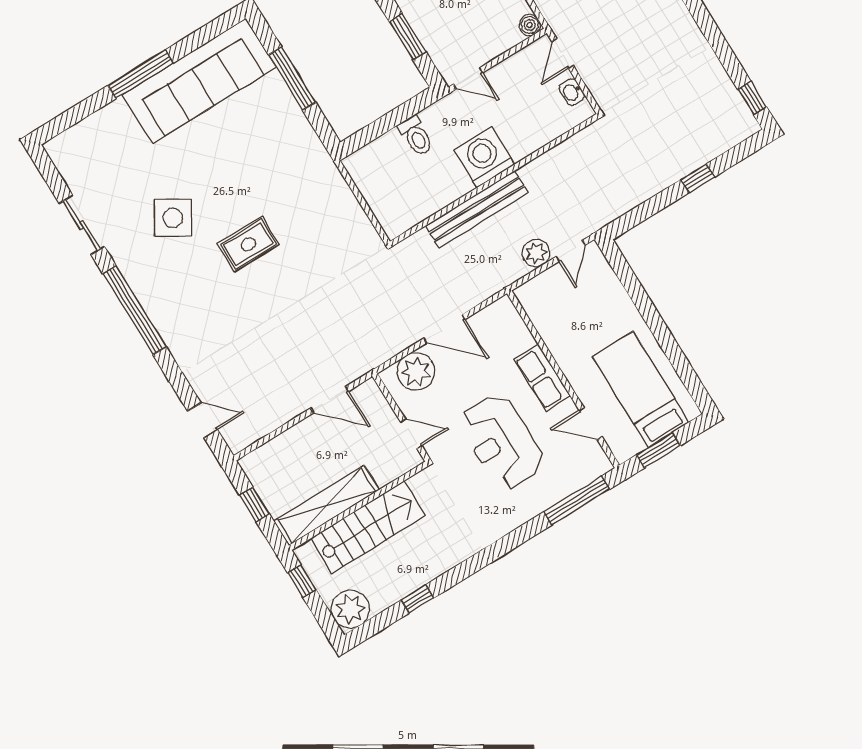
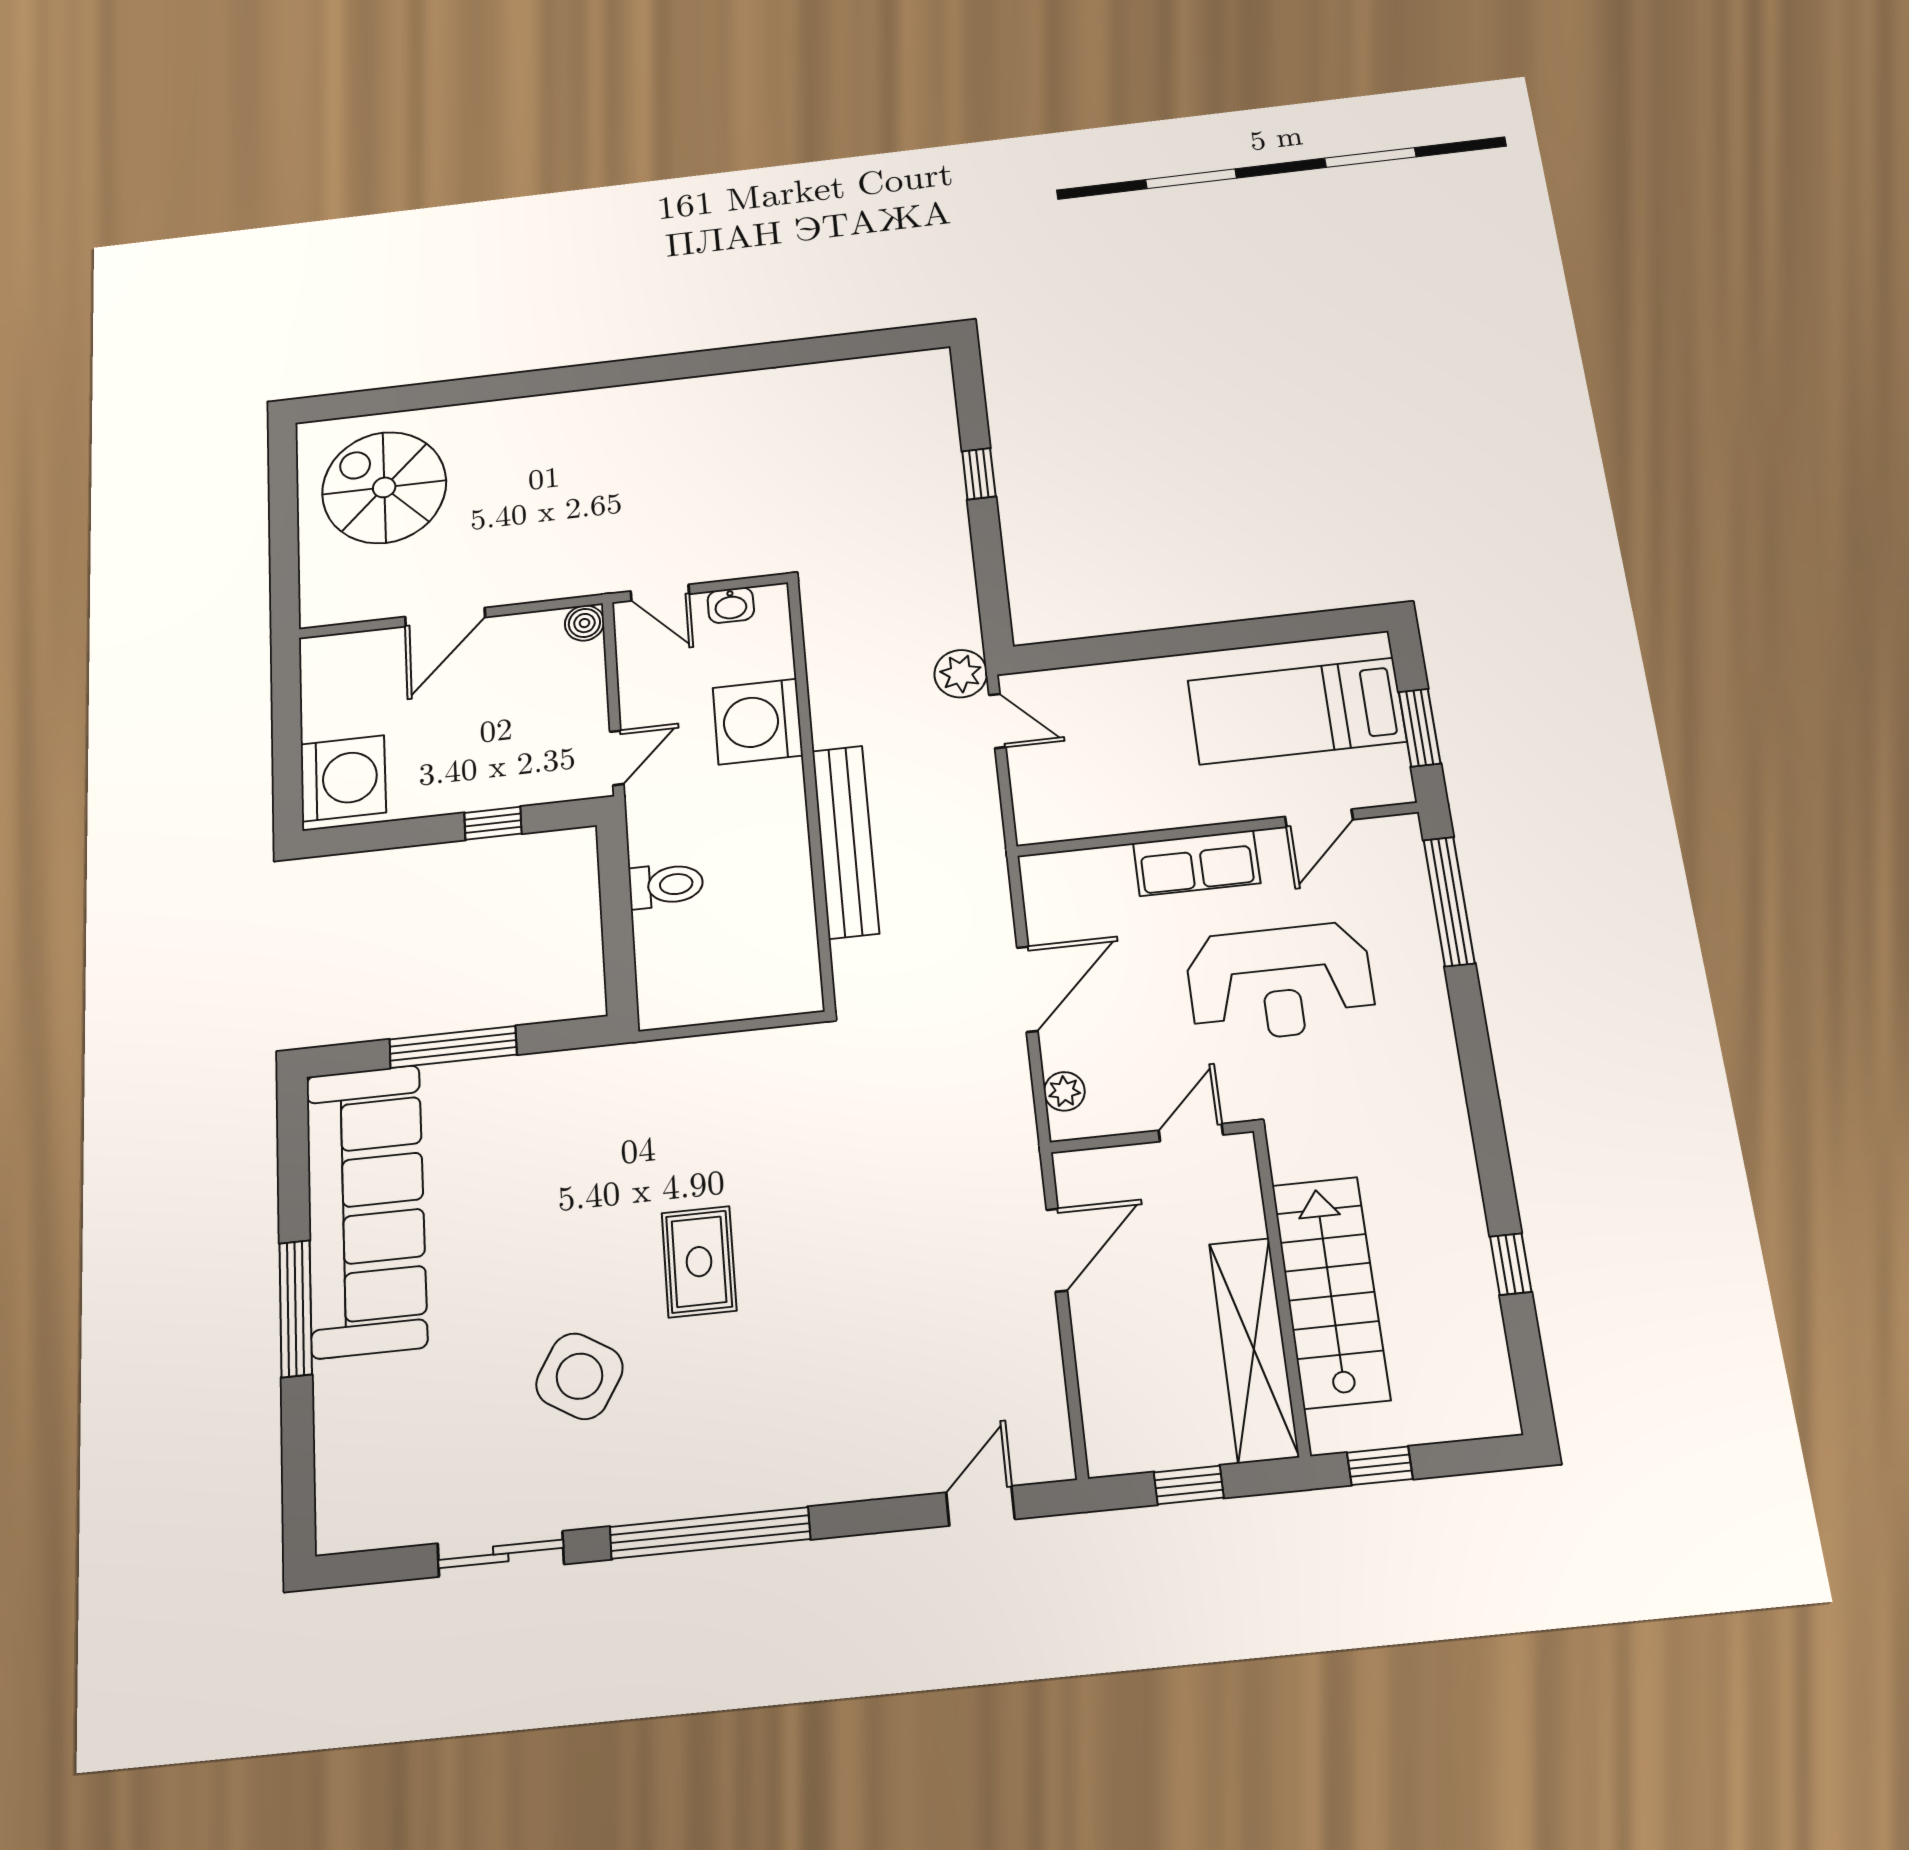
window: (408, 37) -> (493, 823), width x0.67
window: (752, 98) -> (891, 341), removed
washing machine: (484, 157) -> (758, 722), moved
plant: (536, 253) -> (961, 674), moved
plant: (416, 372) -> (1064, 1091), width x0.53, depth x0.53
plant: (350, 609) -> (1476, 1399), removed

